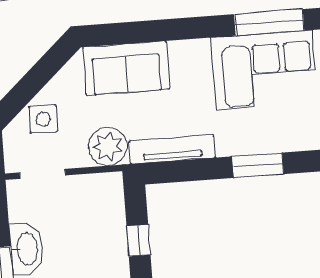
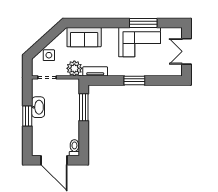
tv unit: (172, 149) -> (95, 71), width x0.71
window: (138, 240) -> (84, 107), width x2.17

